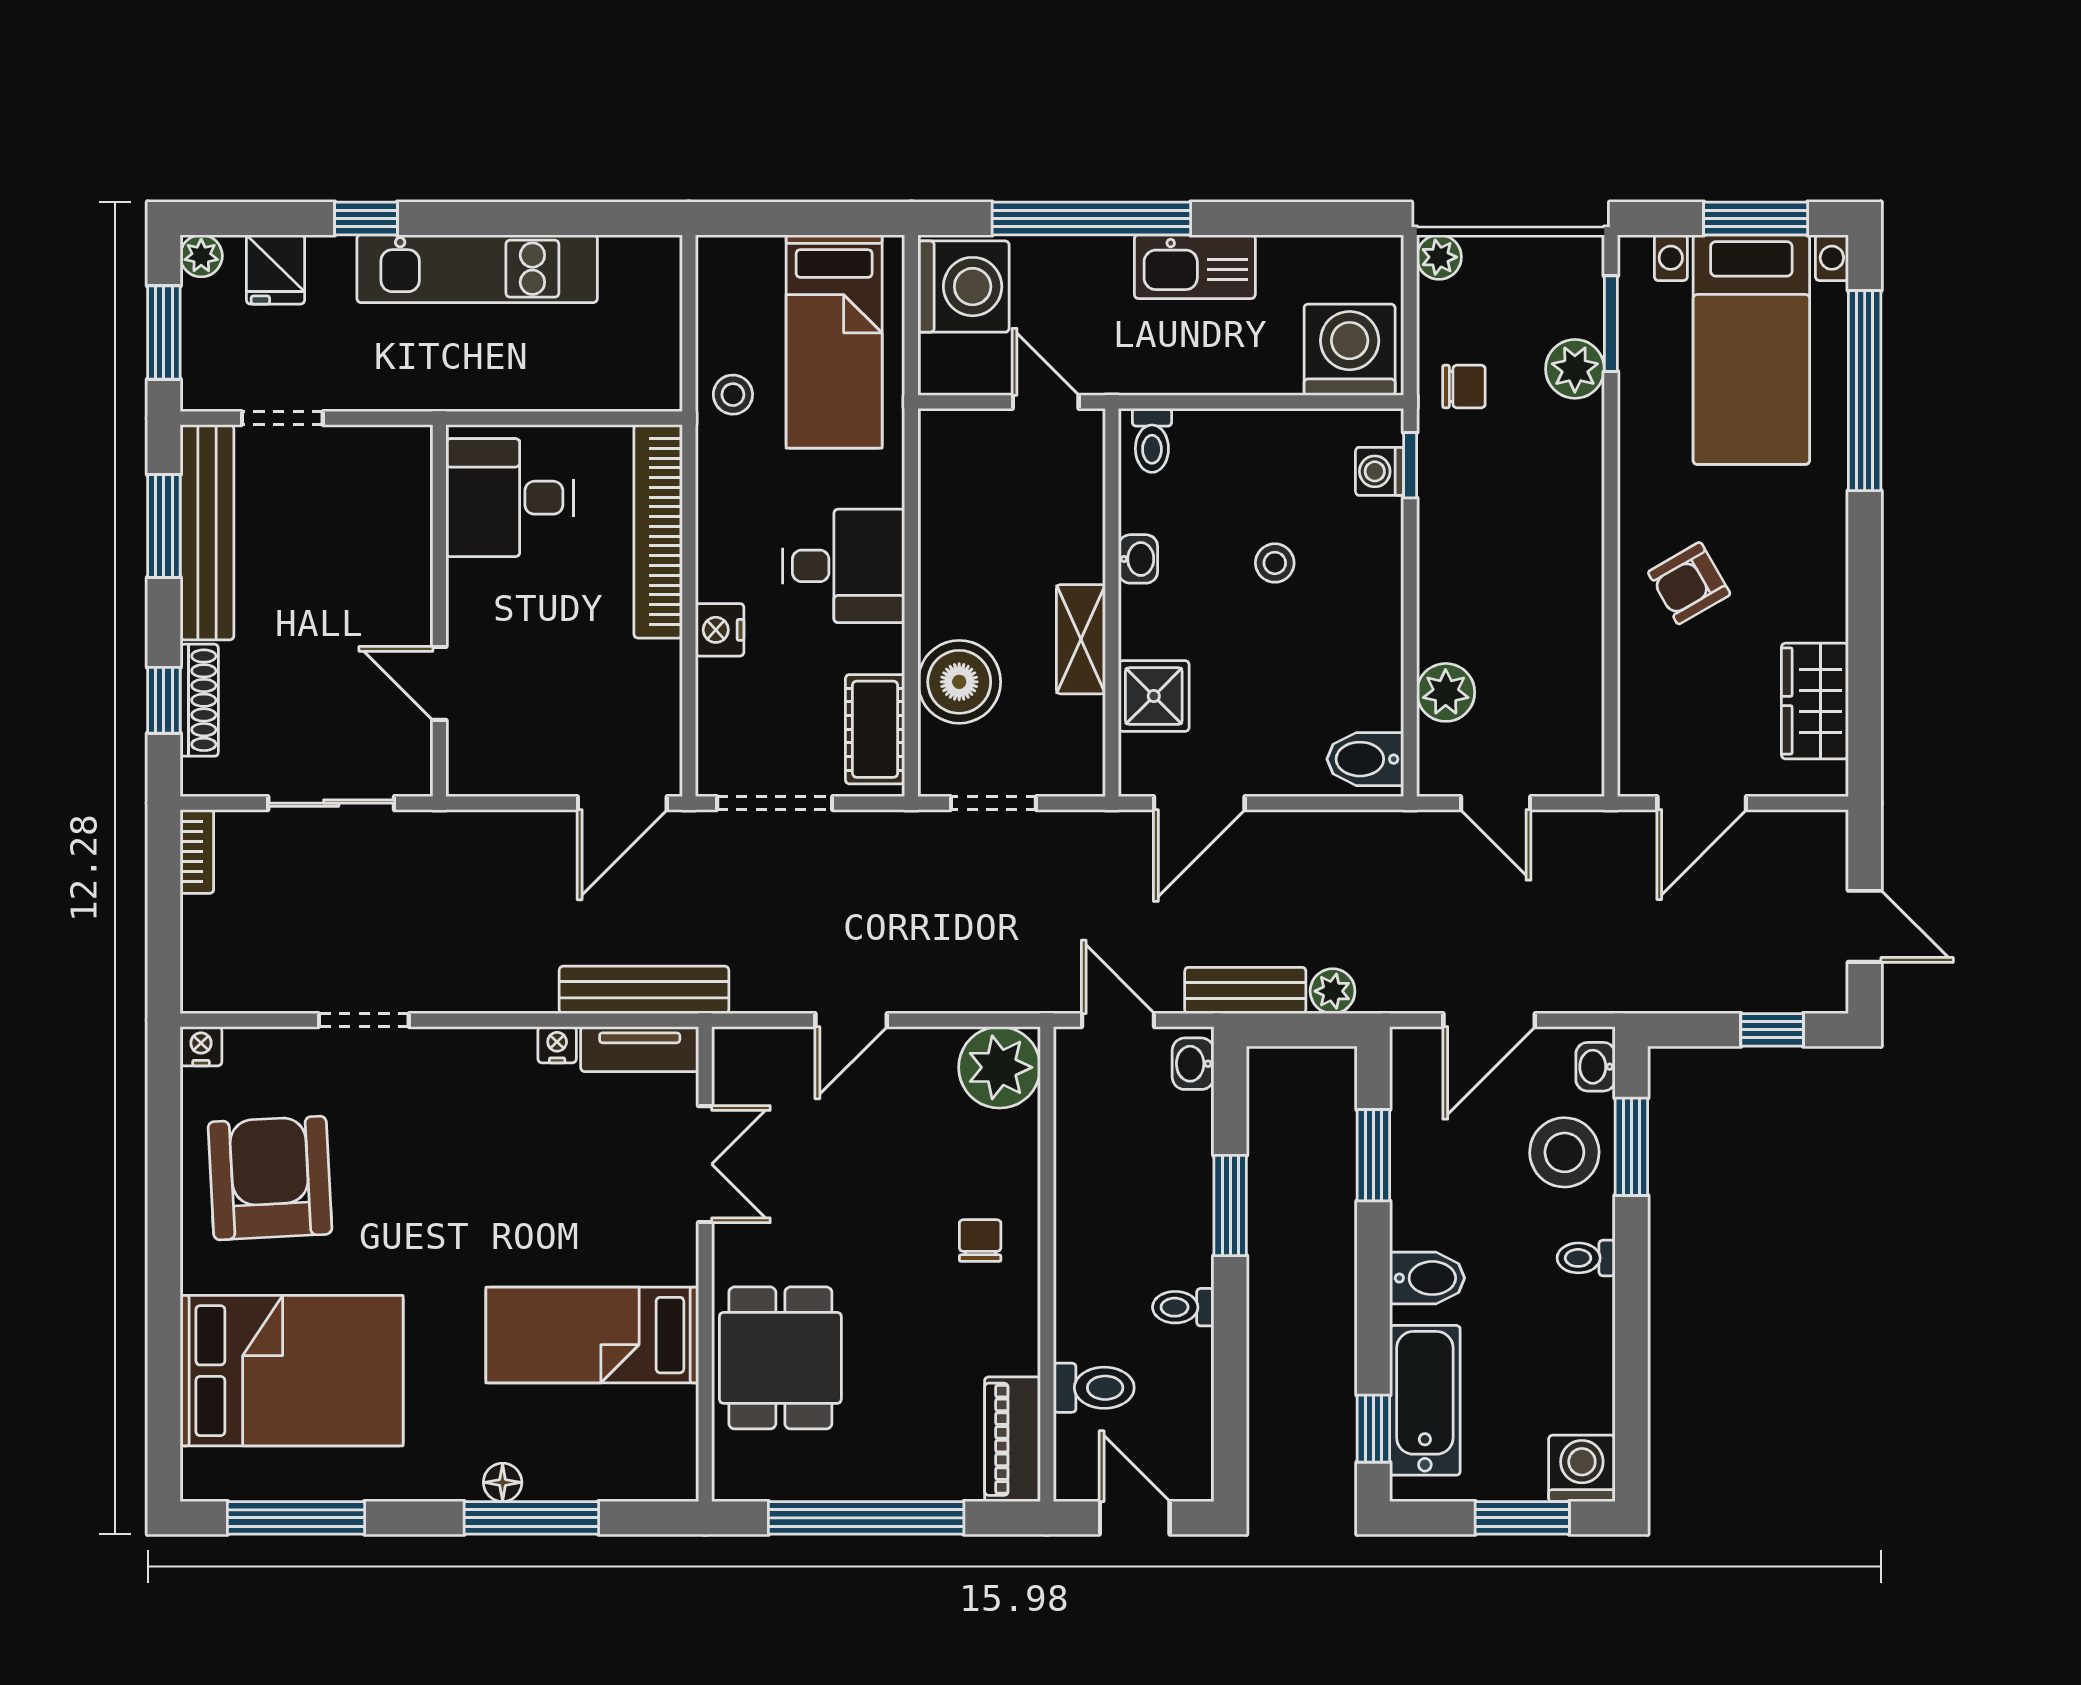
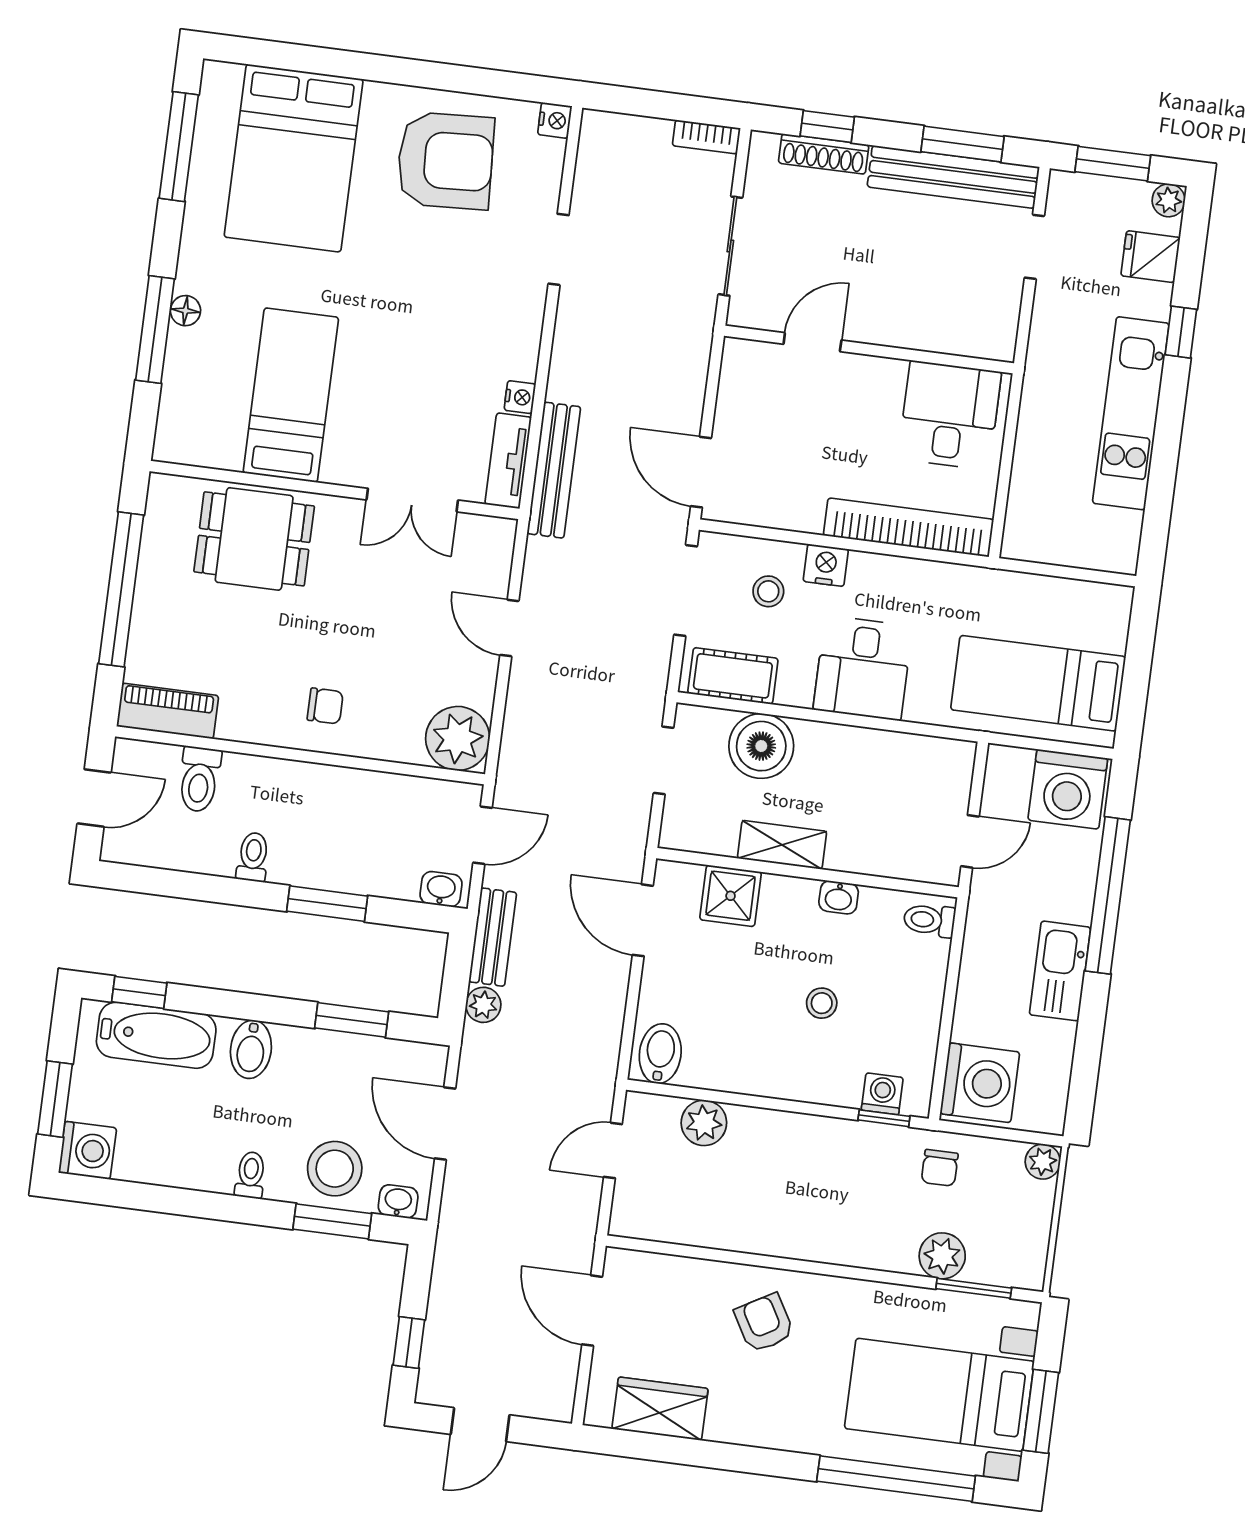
stool: (733, 395) -> (768, 591), moved

